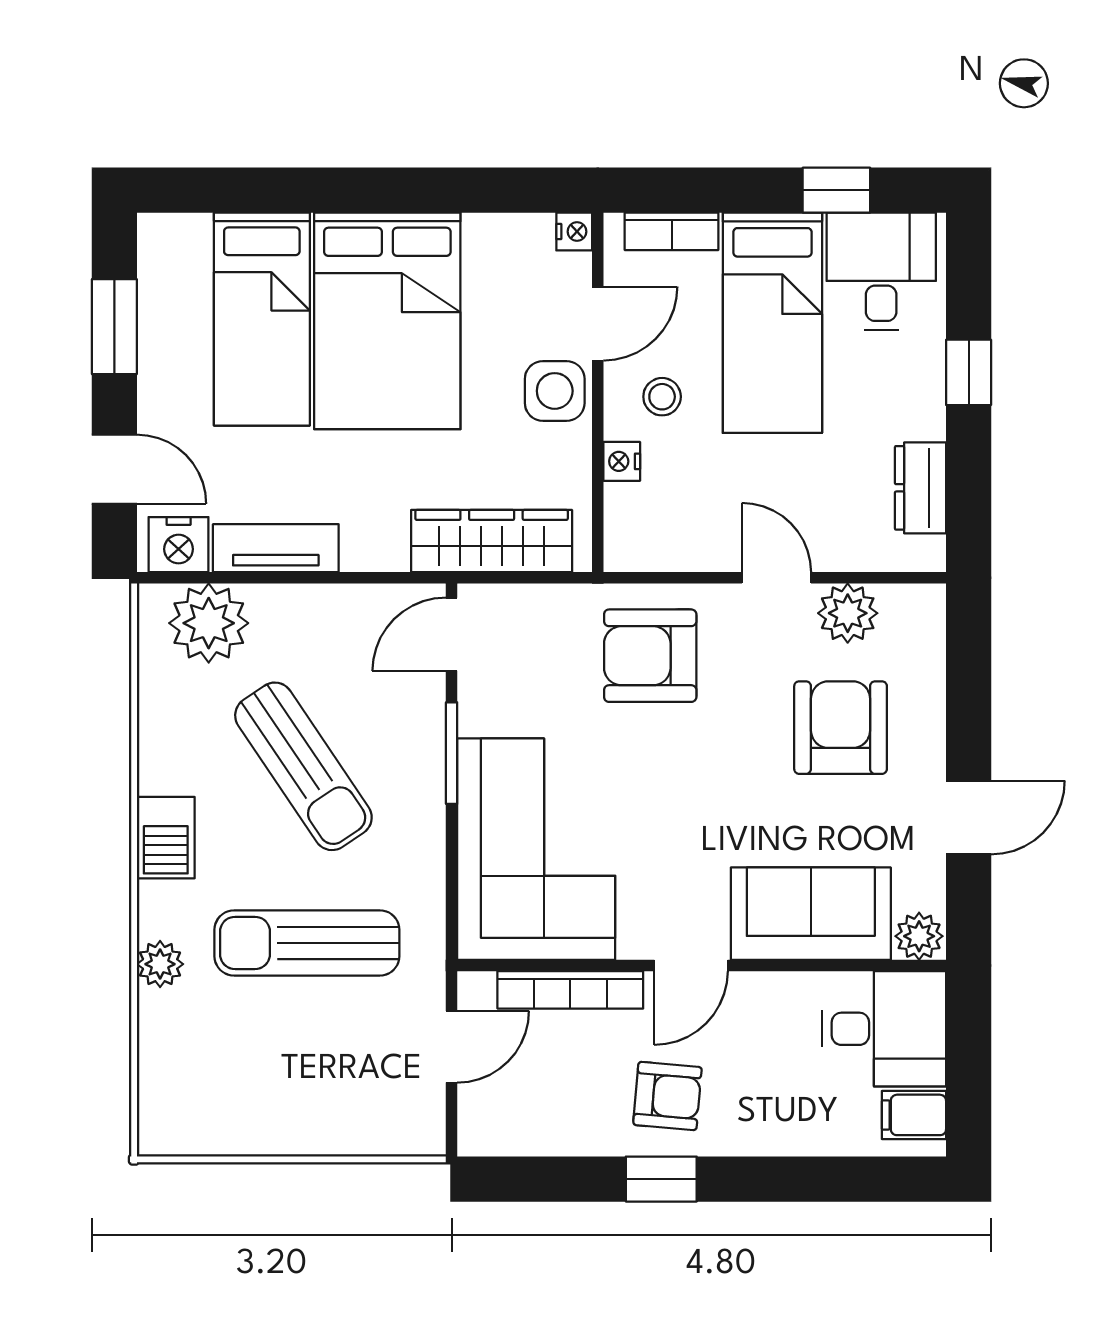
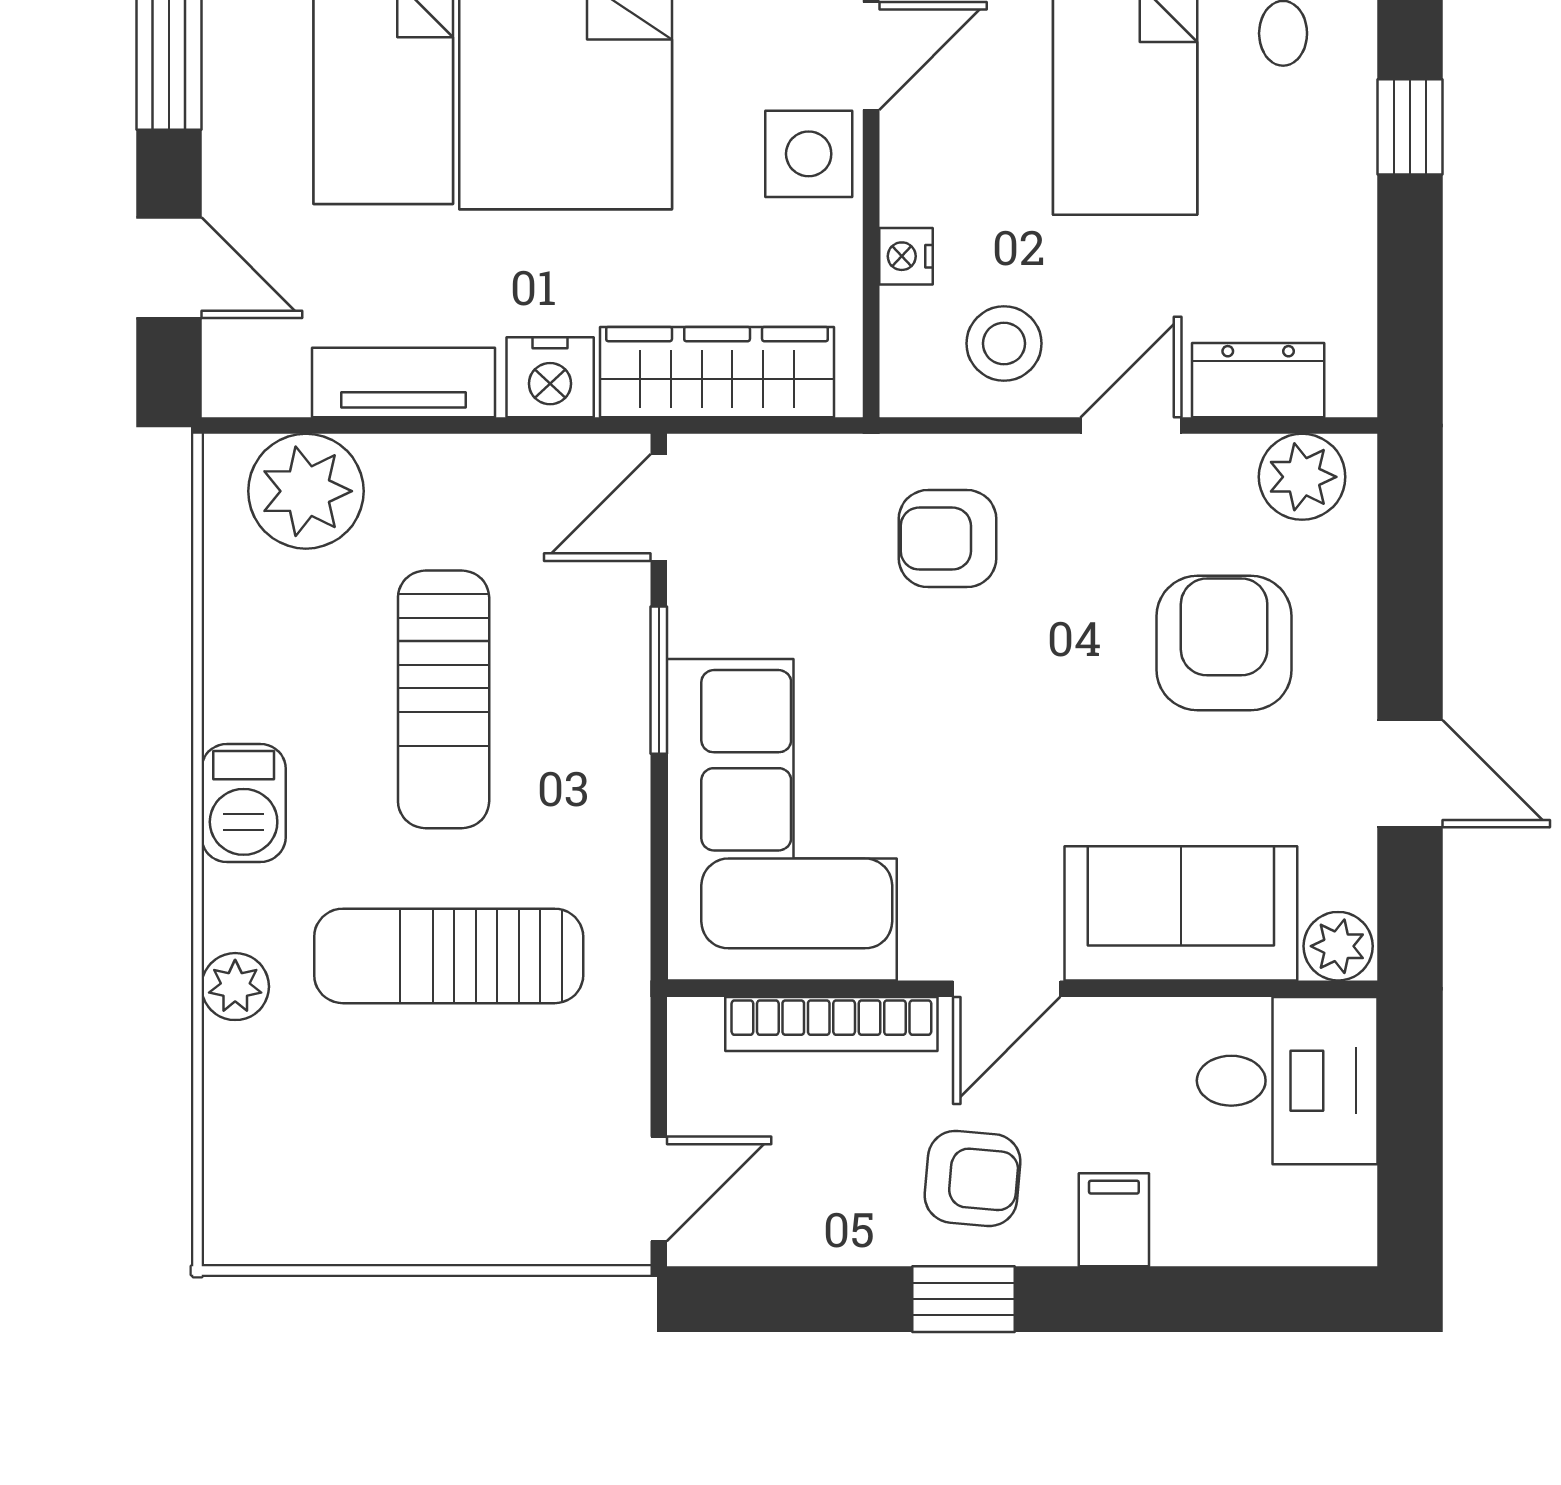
stool: (662, 397) -> (1004, 343), moved, width x1.37, depth x1.37
dresser: (920, 488) -> (1258, 380), moved, turned 90
nightstand: (179, 545) -> (550, 377), moved
door: (776, 578) -> (1131, 425), hinge flipped
plant: (848, 613) -> (1302, 477), moved
armchair: (650, 656) -> (947, 539), width x0.72, depth x0.72
sun lounger: (303, 766) -> (444, 699), turned 34
door: (969, 818) -> (1410, 774), hinge flipped
door: (452, 1047) -> (659, 1189), moved
filing cabinet: (914, 1115) -> (1114, 1220), moved, turned 90

